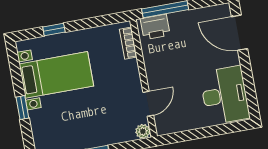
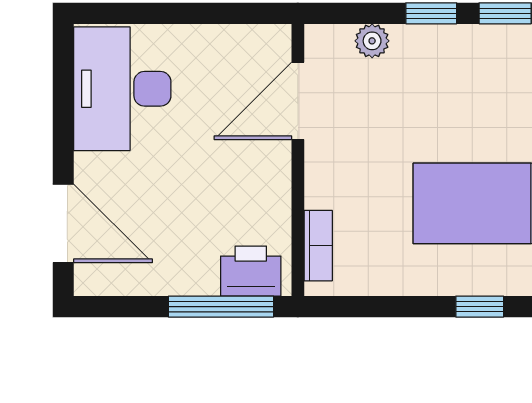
door: (148, 104) -> (298, 101), width x1.38
plant: (143, 131) -> (372, 41), moved

